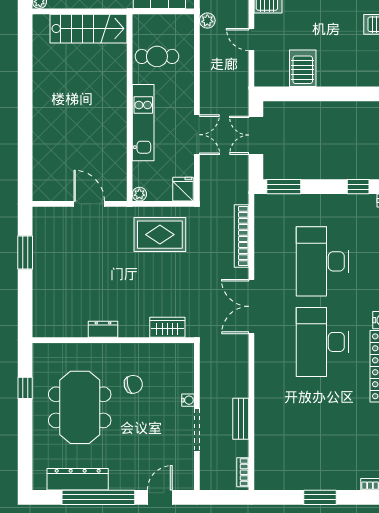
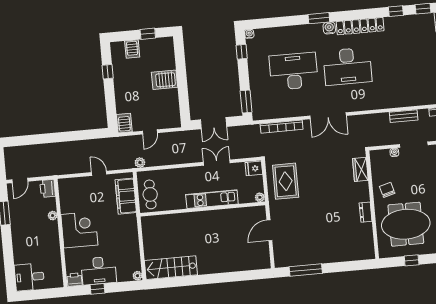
stairs: (88, 29) -> (171, 268), moved, turned -90
cafe table: (157, 56) -> (150, 194), moved
server rack: (303, 68) -> (165, 80), moved
window: (25, 252) -> (306, 270), width x1.44
desk: (322, 261) -> (294, 71), turned 180
wardrobe: (167, 327) -> (360, 169), moved
dresser: (103, 329) -> (366, 212), moved
wall: (113, 340) -> (372, 205), moved
window: (25, 388) -> (412, 260), moved

